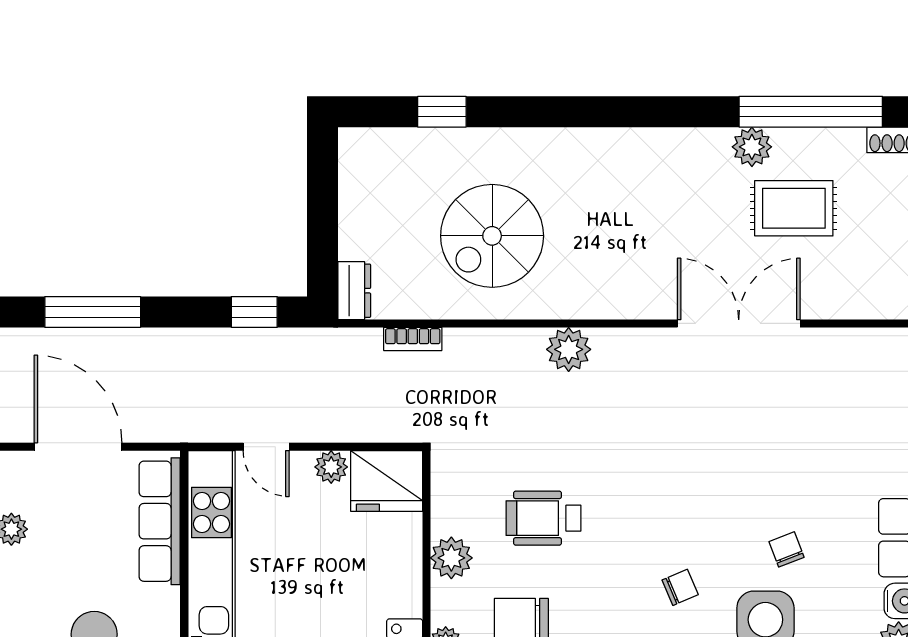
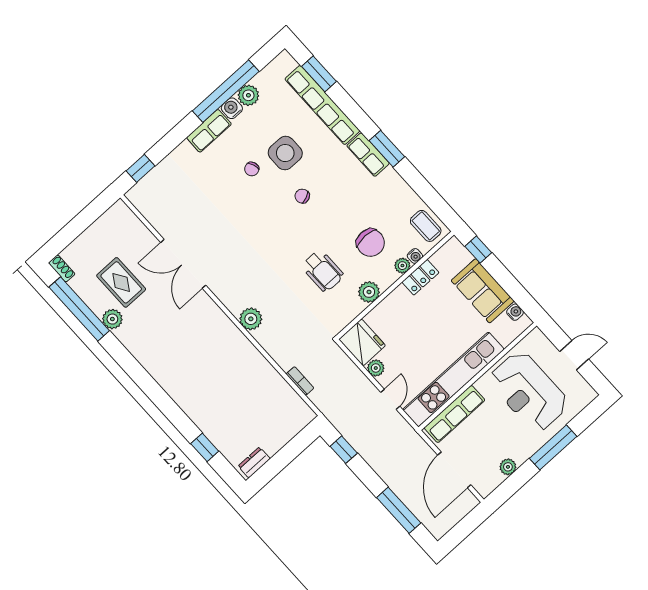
spiral stairs: (492, 236) -> (234, 386), removed
dresser: (354, 291) -> (254, 462), moved

